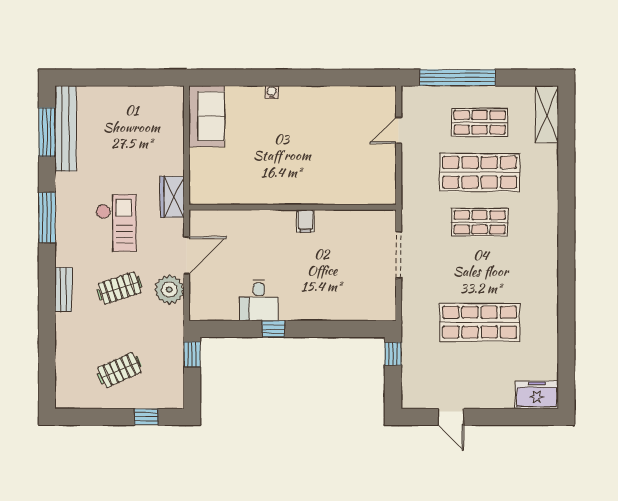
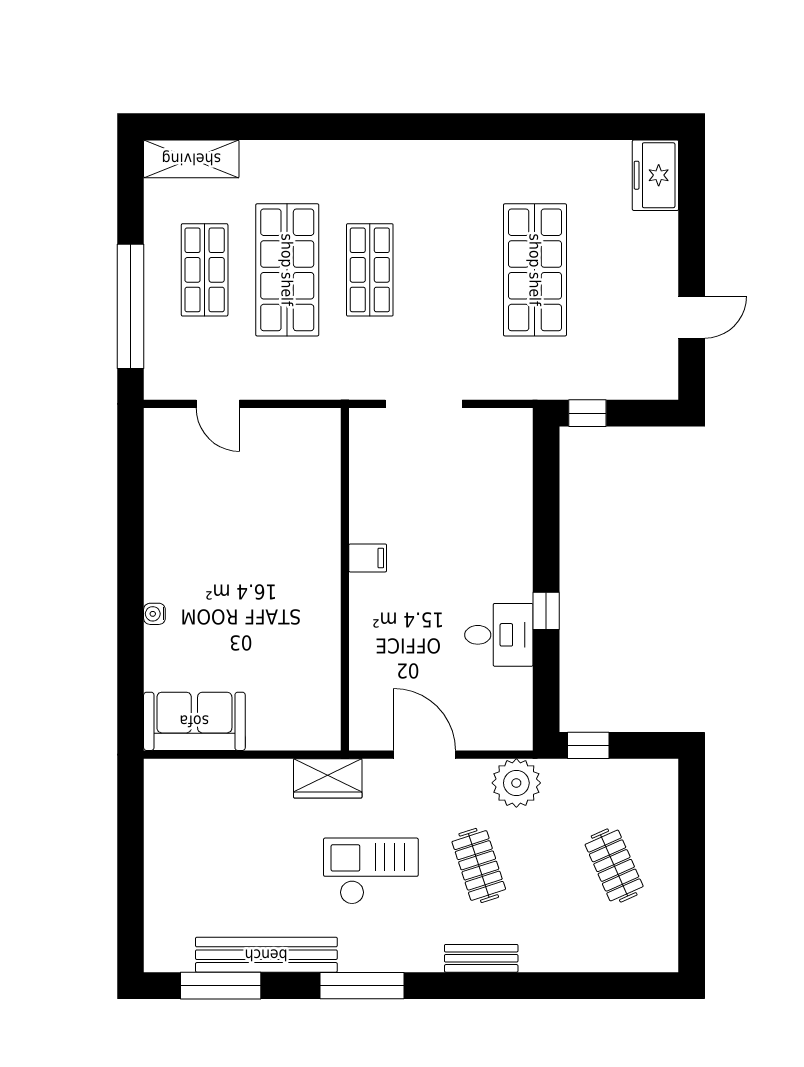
bench: (65, 128) -> (266, 955), moved
plant: (169, 290) -> (516, 783), moved
window: (146, 417) -> (692, 821), removed

